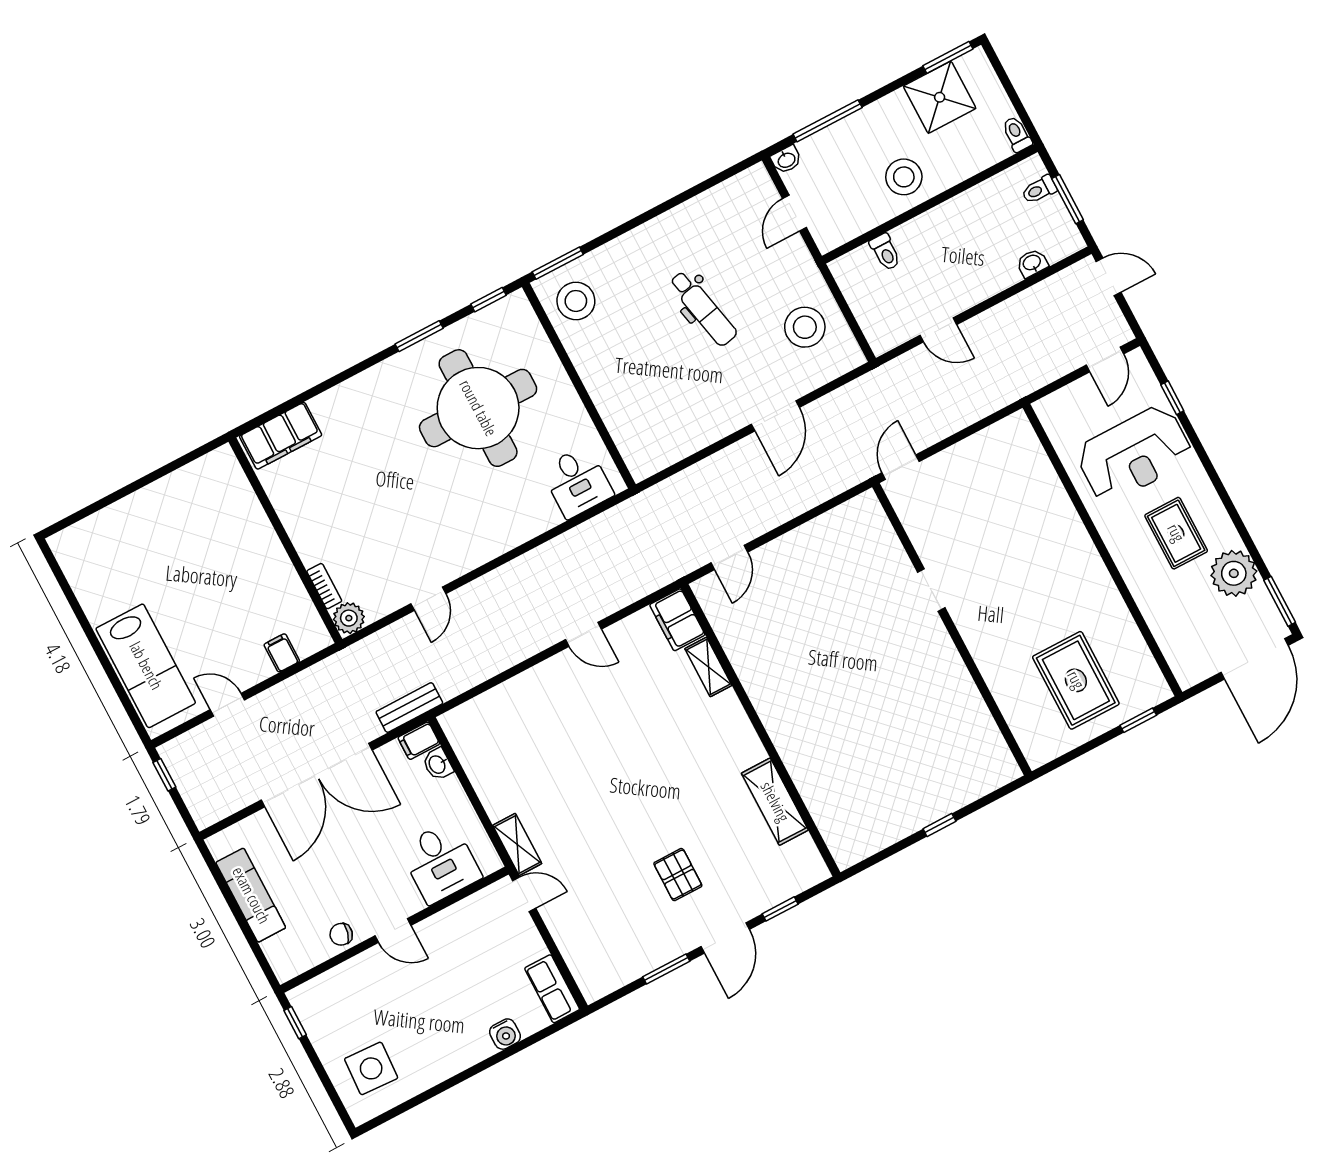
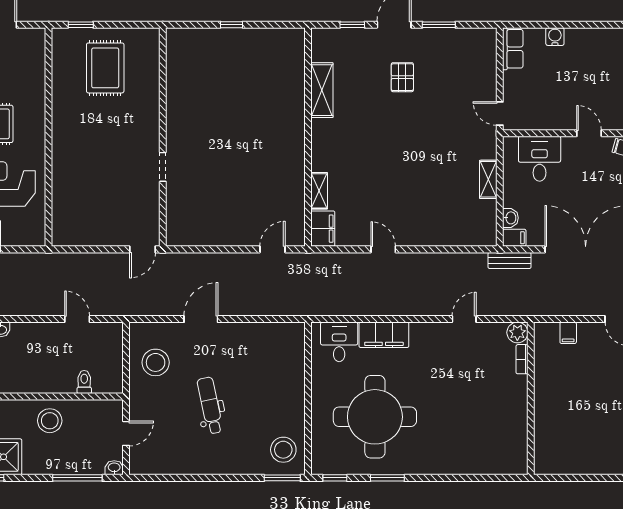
filing cabinet: (281, 436) -> (384, 335), moved, turned 180
shelving: (517, 844) -> (488, 179), moved

